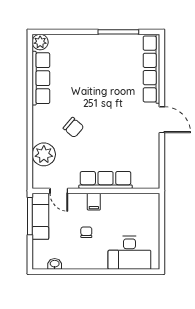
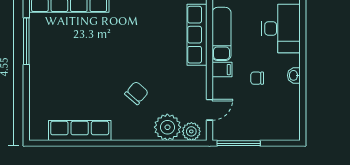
plant: (40, 42) -> (191, 131), moved
row of seats: (106, 180) -> (197, 35), moved
exam couch: (40, 216) -> (221, 34), moved, turned 90
washbasin: (55, 264) -> (294, 75), moved

